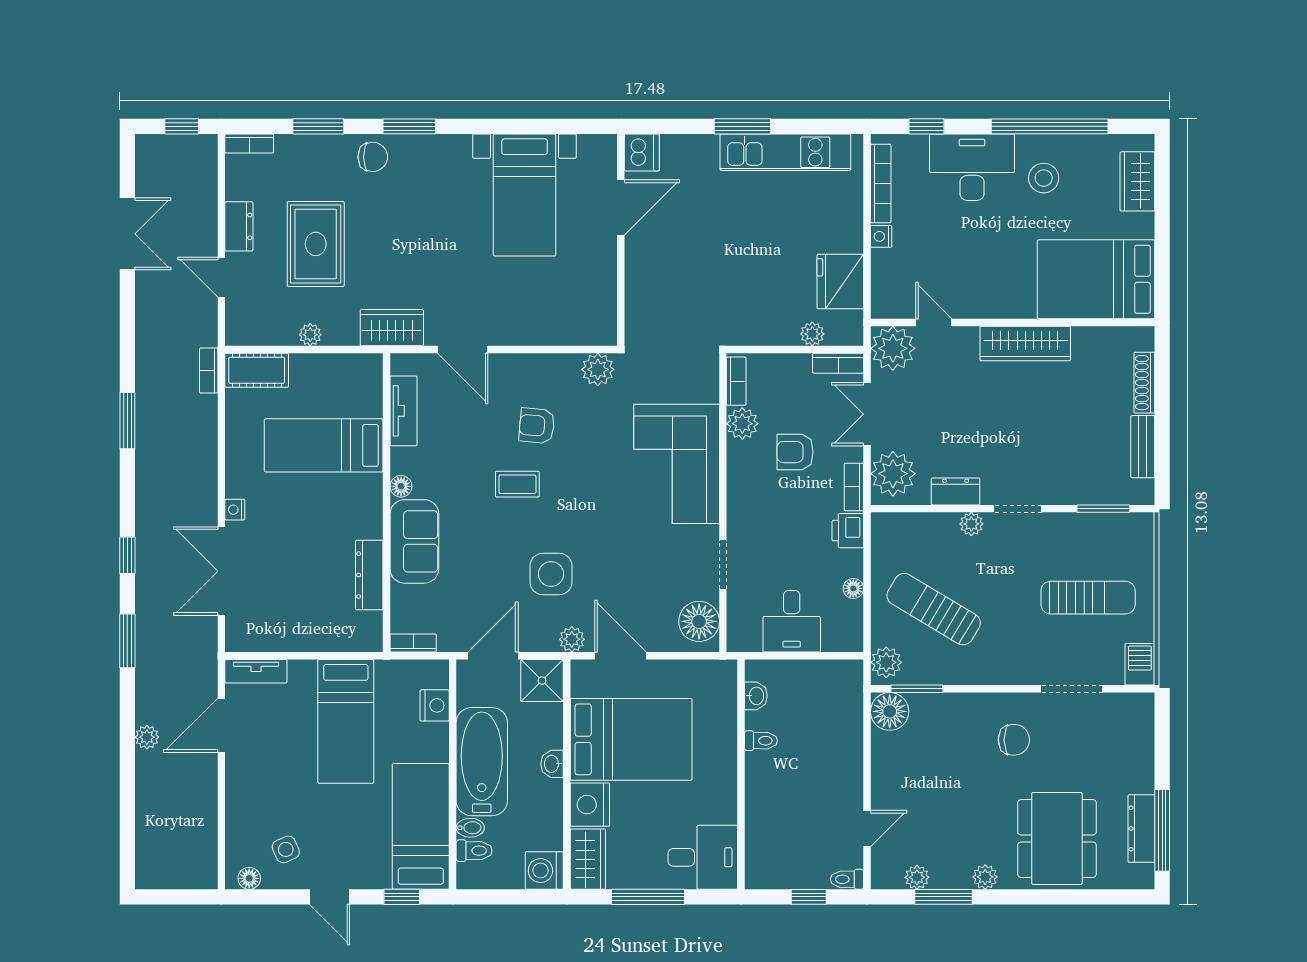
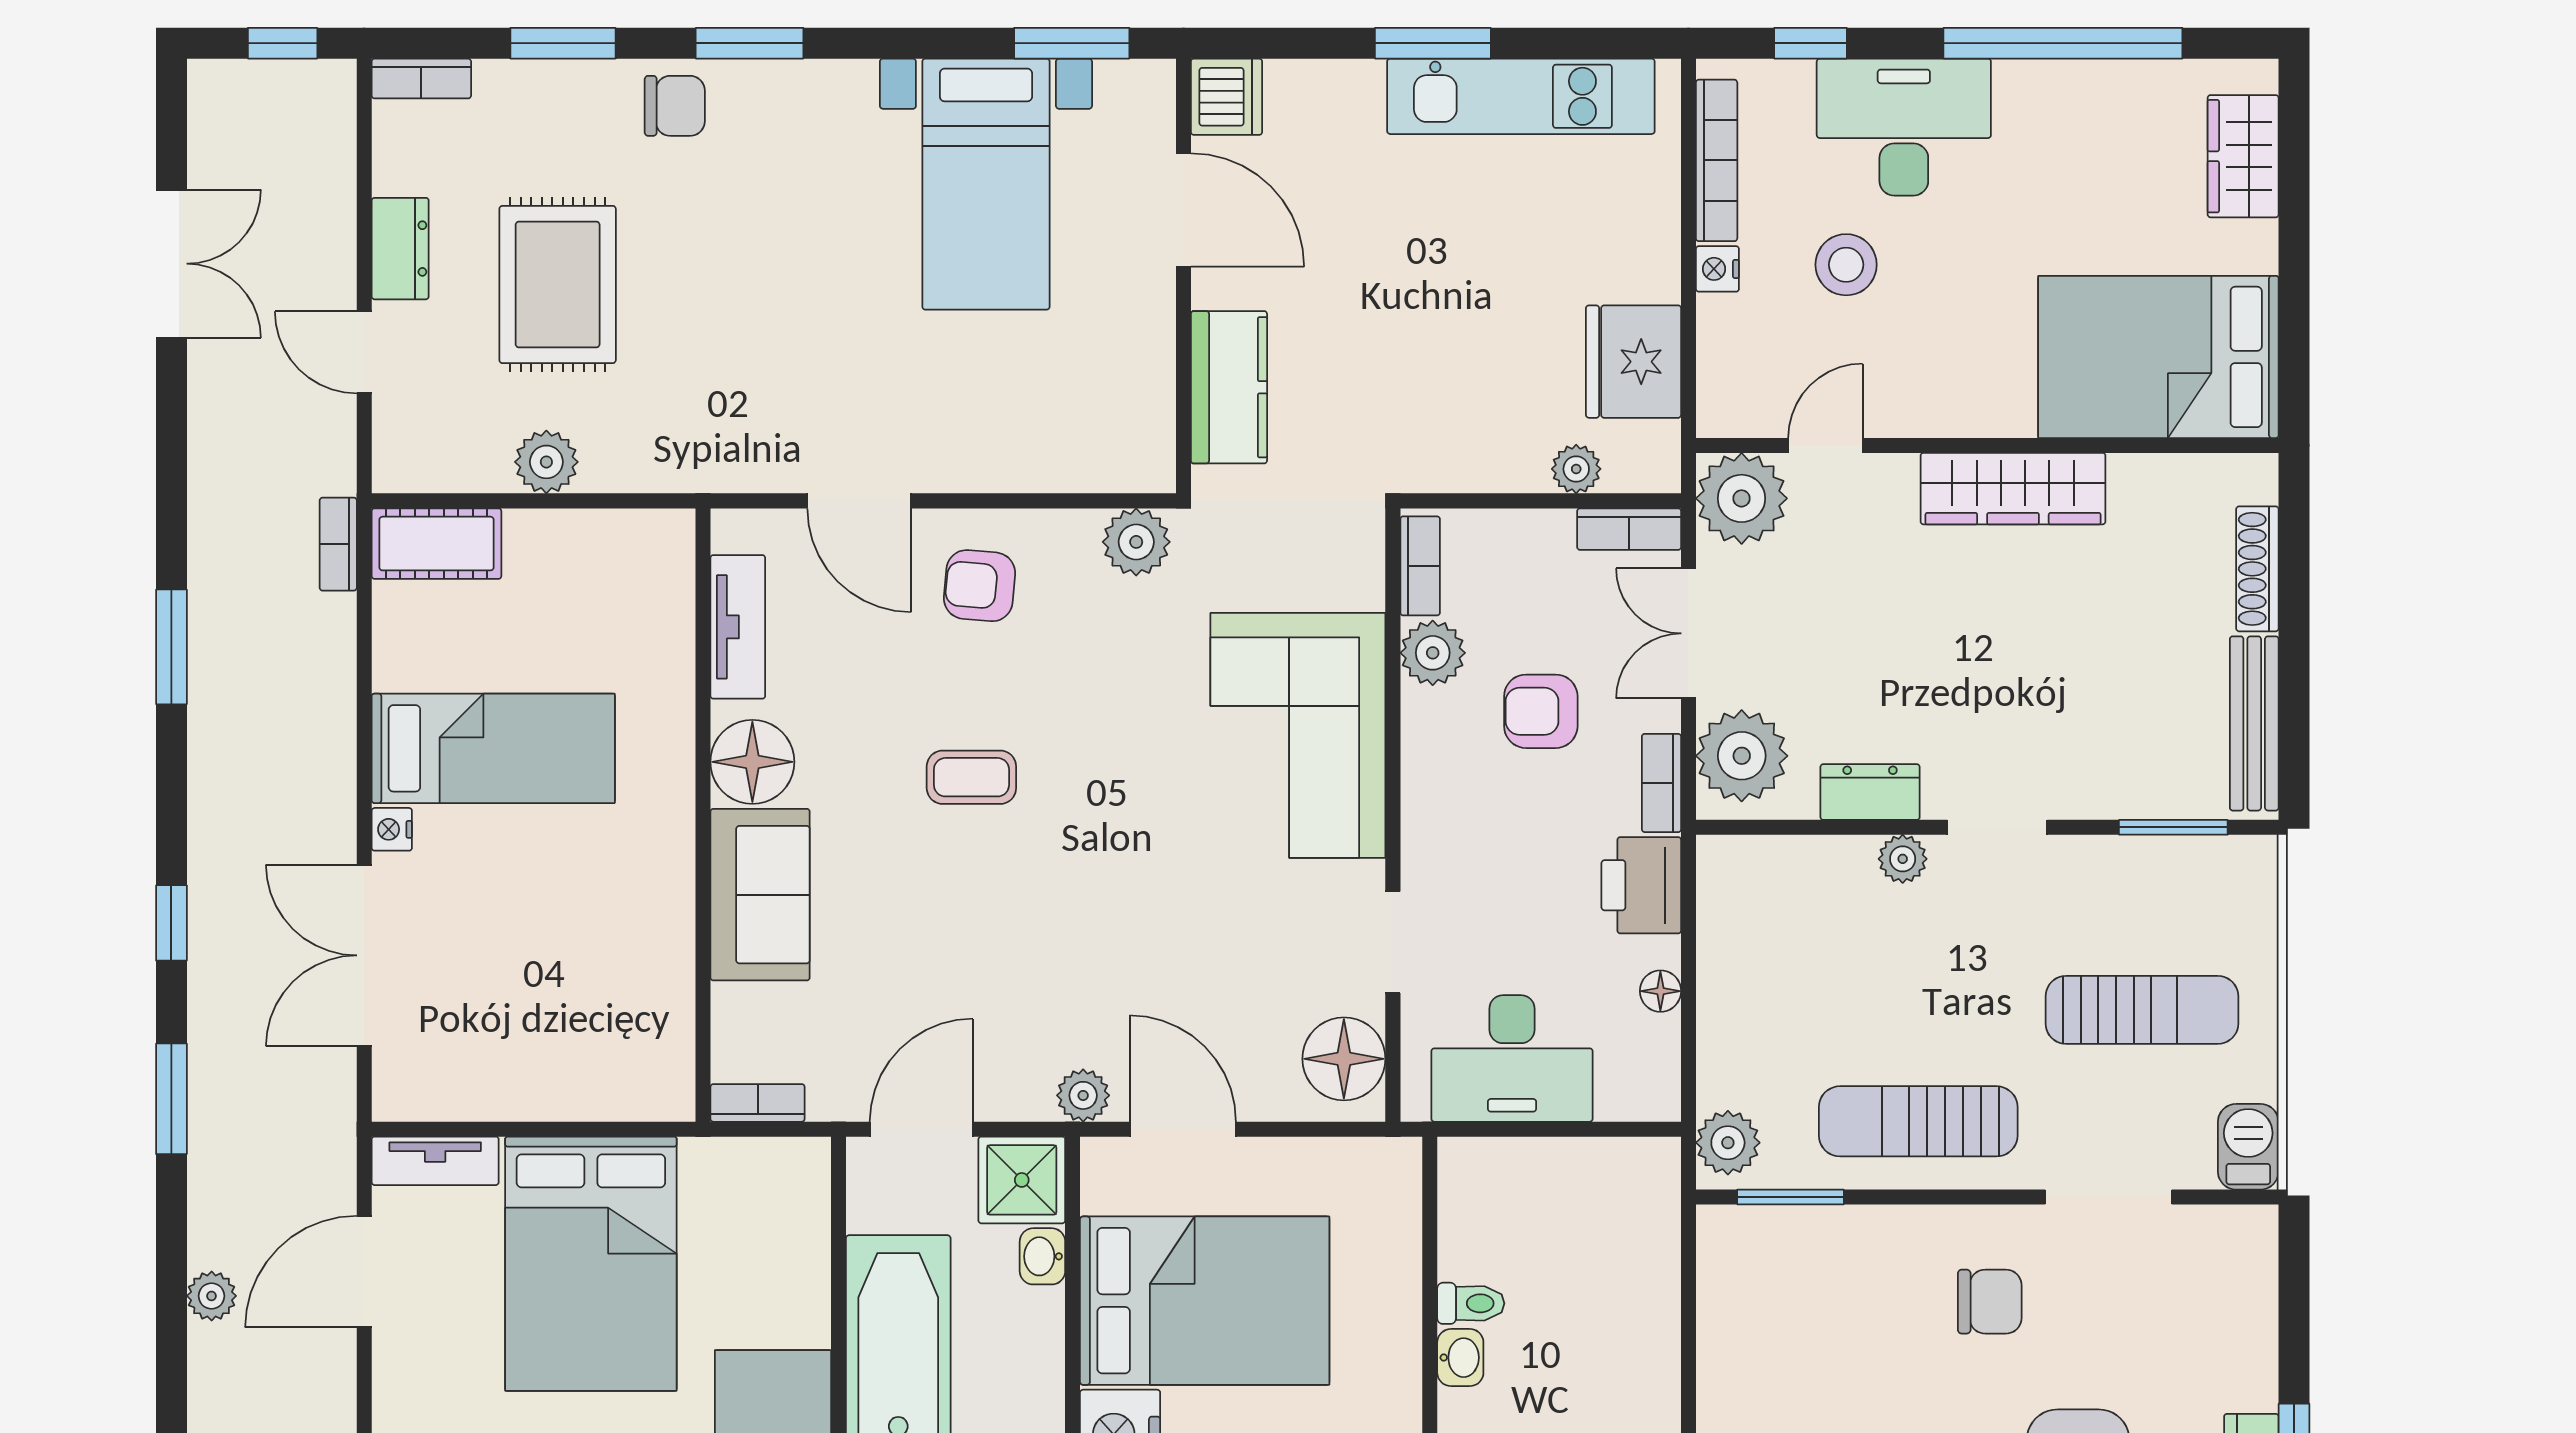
window: (566, 126) -> (1072, 43), added
stool: (1044, 178) -> (1846, 265), moved
door: (621, 208) -> (1183, 210), hinge flipped
kitchen counter: (643, 294) -> (1229, 387), added
door: (934, 322) -> (1825, 445), hinge flipped
wardrobe: (392, 328) -> (714, 456), removed
plant: (310, 335) -> (546, 462), width x1.38, depth x1.38
armchair: (537, 426) -> (980, 586), moved
bed: (324, 445) -> (493, 748), moved, turned 180
bench: (1143, 447) -> (2254, 723), width x1.36
floor lamp: (401, 486) -> (752, 762), width x1.89, depth x1.89
printer: (848, 531) -> (1641, 885), width x1.36, depth x1.24
side table: (551, 574) -> (1040, 961), removed
dresser: (369, 575) -> (668, 964), removed
sun lounger: (934, 609) -> (1918, 1121), moved, turned -31
desk: (792, 621) -> (1512, 1058), width x1.37
washbasin: (756, 696) -> (1460, 1358), moved
nightstand: (435, 705) -> (802, 1231), removed
floor lamp: (890, 711) -> (1735, 1243), removed
bed: (346, 721) -> (591, 1264), width x1.50
washbasin: (552, 764) -> (1042, 1256), moved

